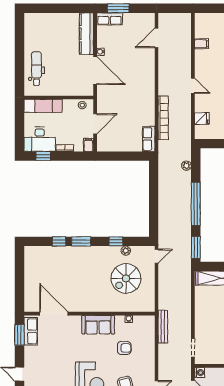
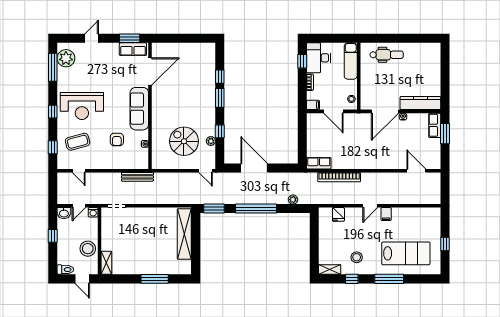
filing cabinet: (201, 44) -> (386, 214), moved
door: (154, 206) -> (254, 168), added
sofa: (98, 325) -> (139, 109), width x1.36

